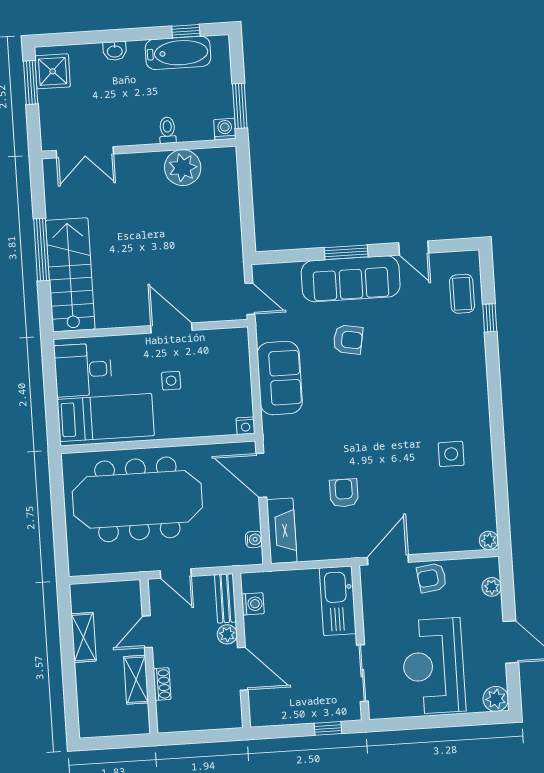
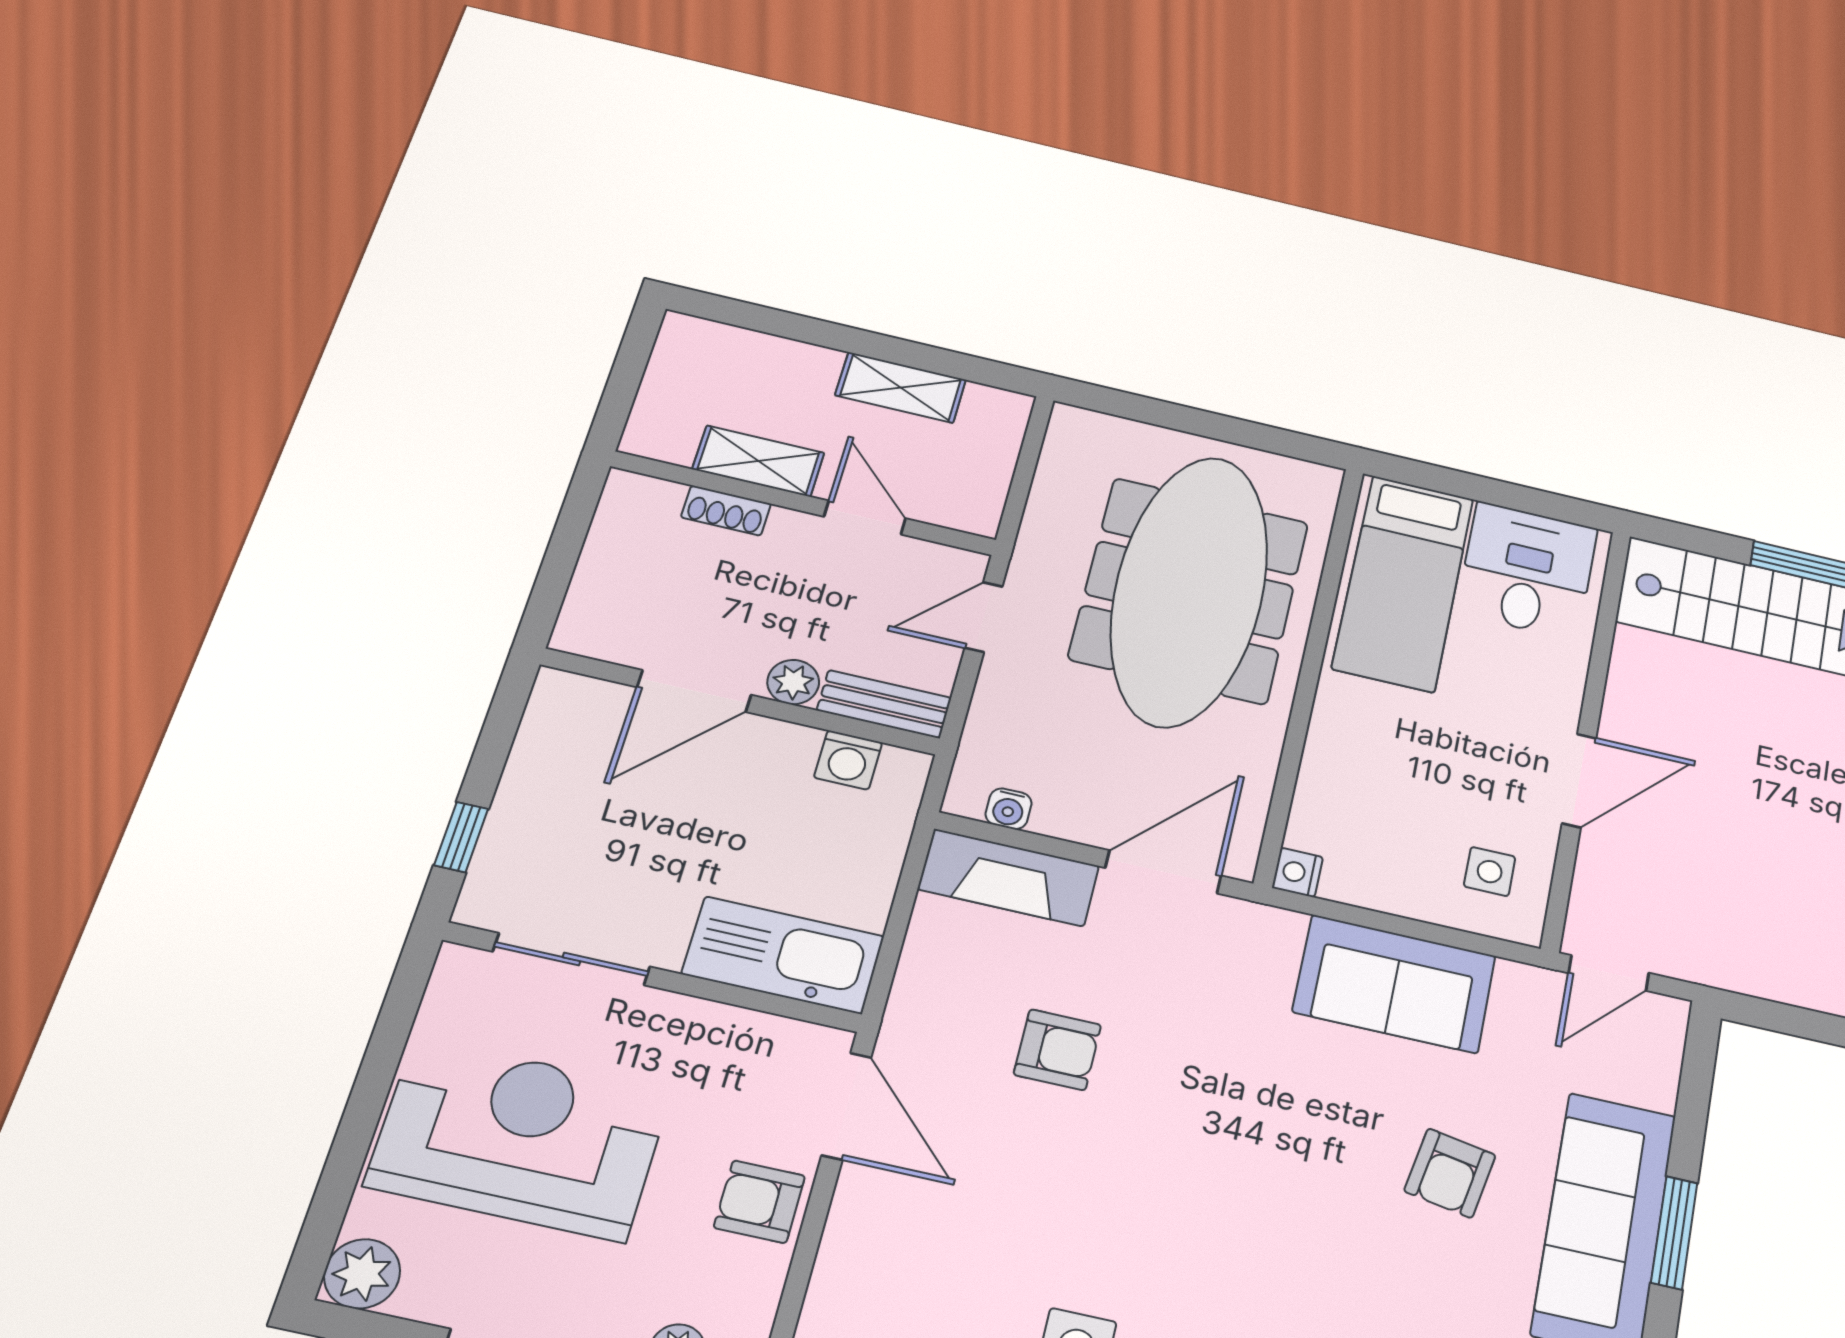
side table: (171, 381) -> (1490, 872), moved
armchair: (432, 578) -> (759, 1202), turned -82

